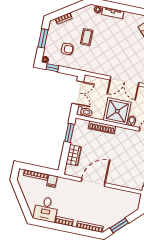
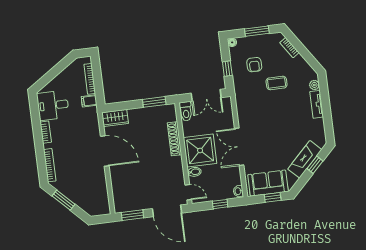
window: (52, 68) -> (227, 69), moved
wardrobe: (74, 155) -> (115, 118), moved

